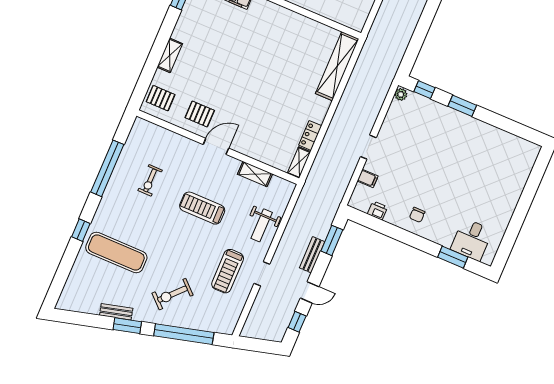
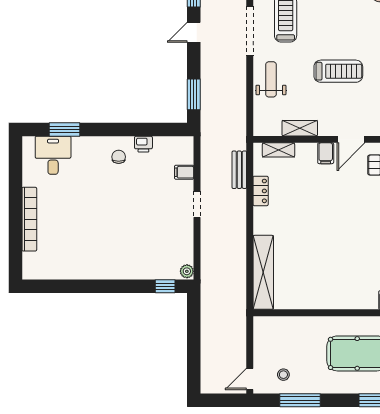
window: (462, 106) -> (120, 286), removed
filing cabinet: (242, 144) -> (326, 153), added
shelving: (299, 163) -> (279, 150), moved, turned 90
bookcase: (514, 195) -> (29, 219), added
printer: (377, 210) -> (143, 144), moved
bench: (312, 255) -> (239, 170), moved
doorway: (262, 274) -> (250, 31), width x1.88

